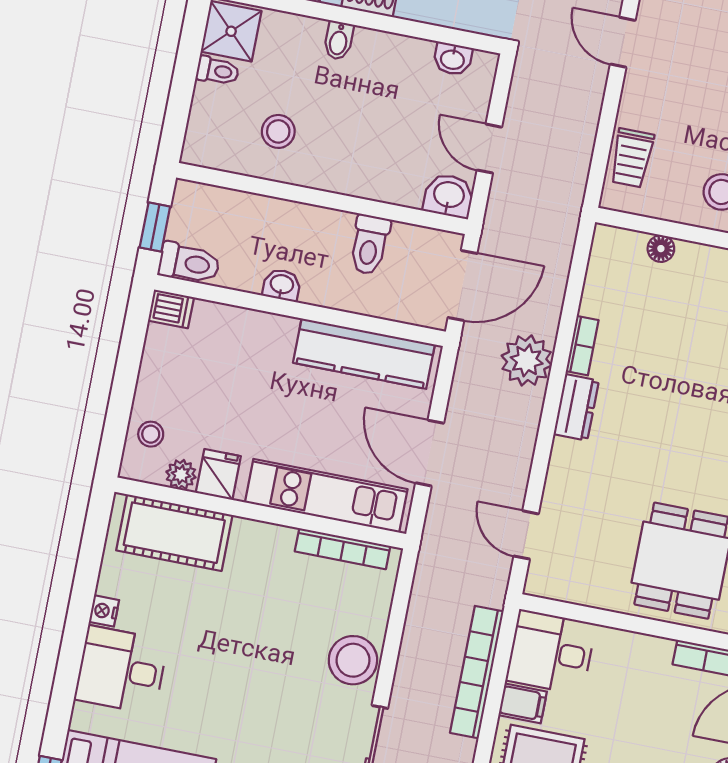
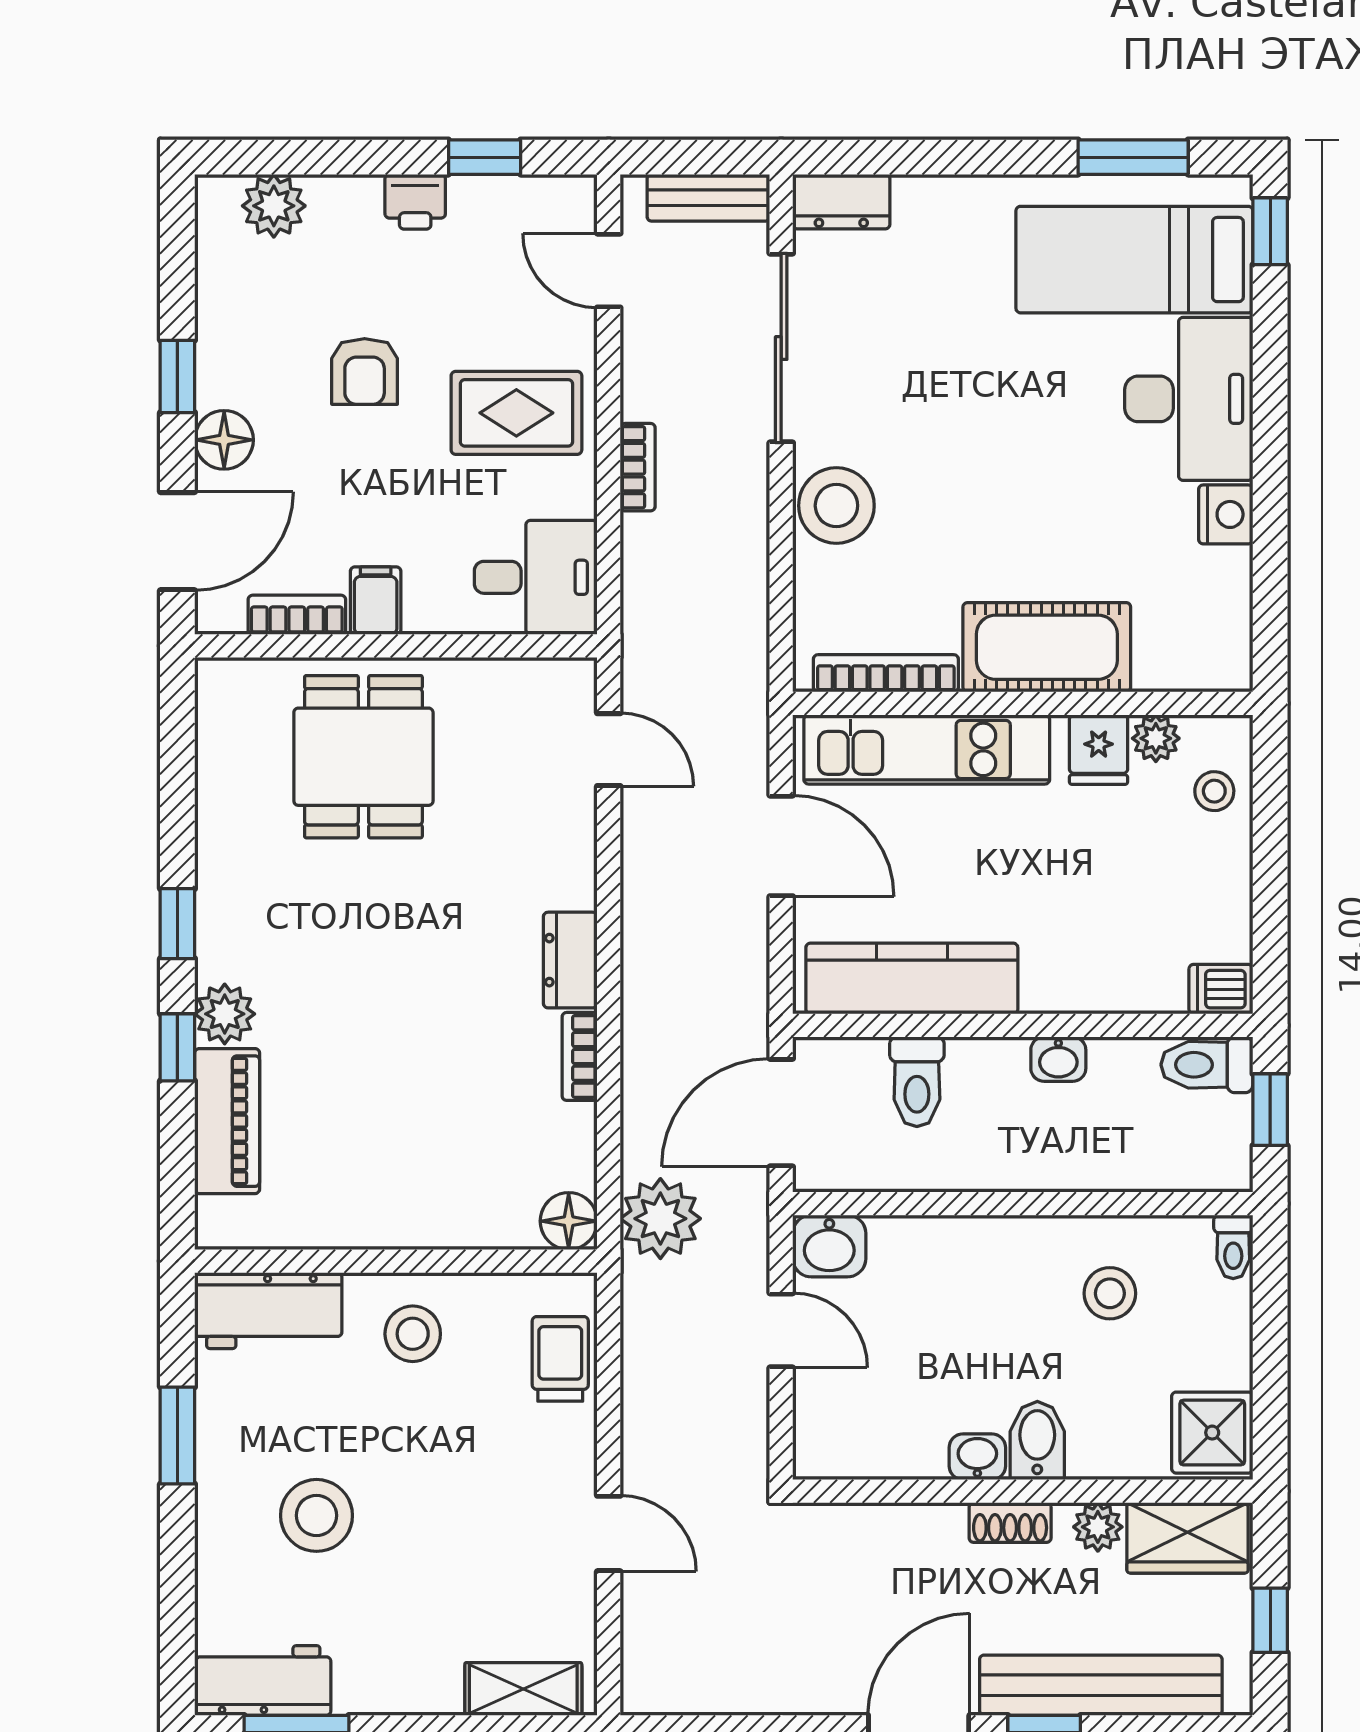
bidet: (339, 40) -> (1037, 1440), width x1.38, depth x1.36
washbasin: (453, 59) -> (977, 1457), moved
toilet: (218, 71) -> (1233, 1247), moved, turned -90
toilet: (370, 245) -> (917, 1082), moved, turned 180
floor lamp: (661, 249) -> (569, 1221), moved, width x1.37, depth x1.37
plant: (527, 360) -> (660, 1219), moved
cot: (174, 533) -> (1047, 647), moved
nightstand: (104, 611) -> (1226, 514), width x1.39, depth x1.35
desk: (121, 670) -> (1189, 399), width x1.37
bookcase: (477, 672) -> (638, 467), width x0.43, depth x0.76
filing cabinet: (523, 703) -> (376, 601), moved, turned 90

